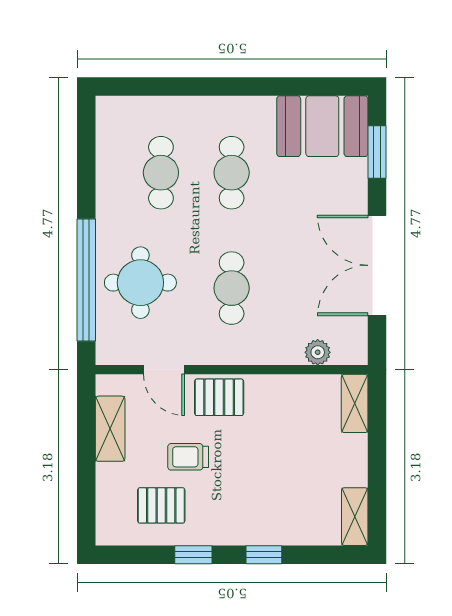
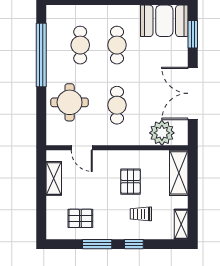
window: (86, 280) -> (41, 55), moved
plant: (318, 352) -> (162, 133), width x1.87, depth x1.87
pallet: (219, 397) -> (131, 182), moved, turned 90
shelving: (355, 403) -> (179, 173), width x1.50, depth x1.33
trolley: (188, 457) -> (141, 214), moved
window: (193, 555) -> (97, 244), width x1.50

